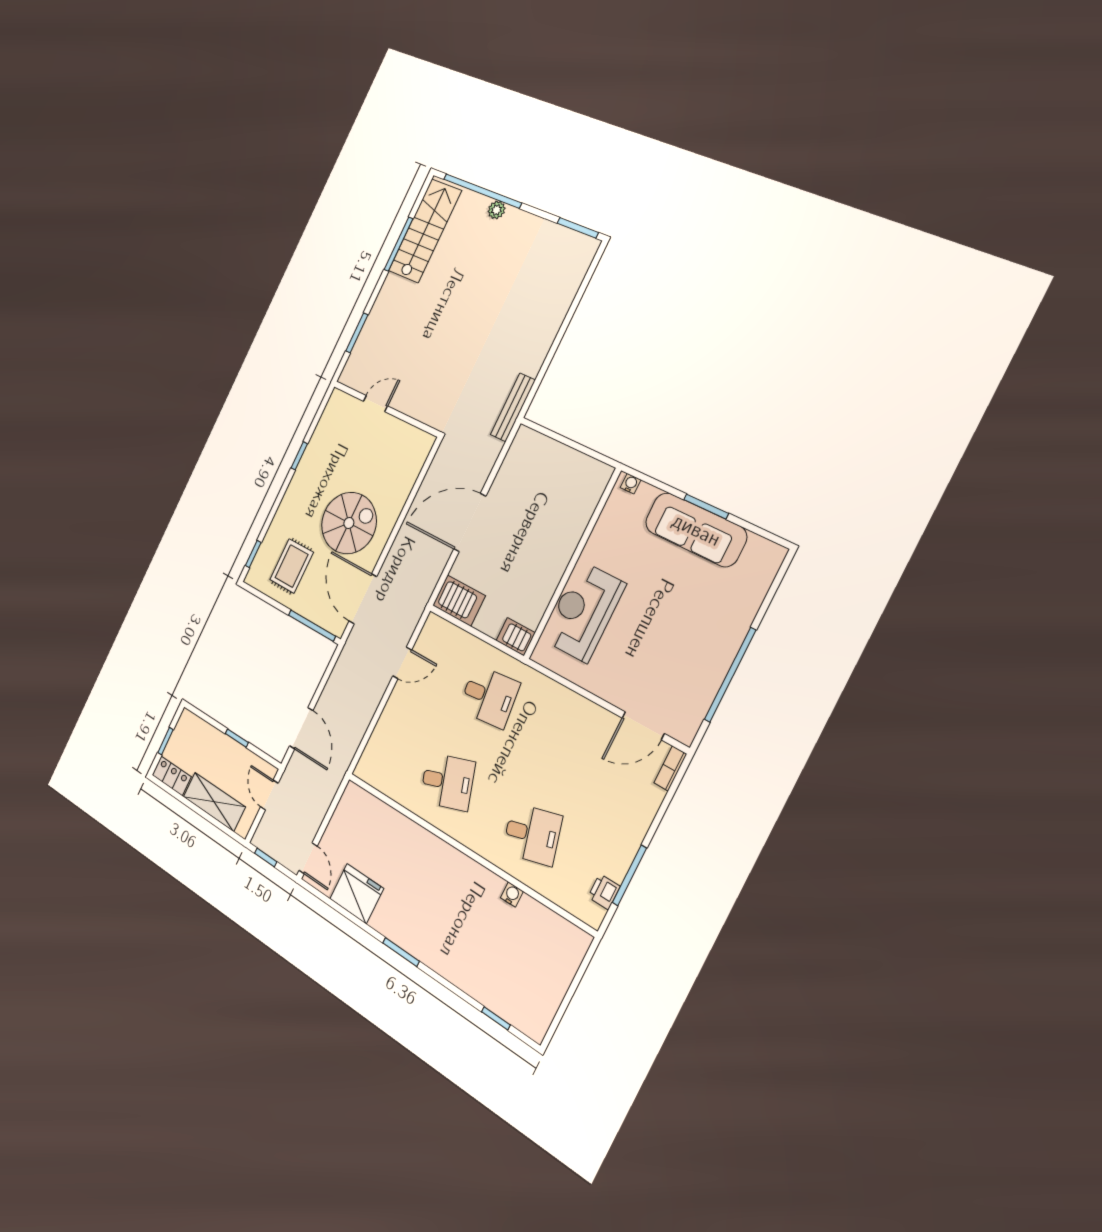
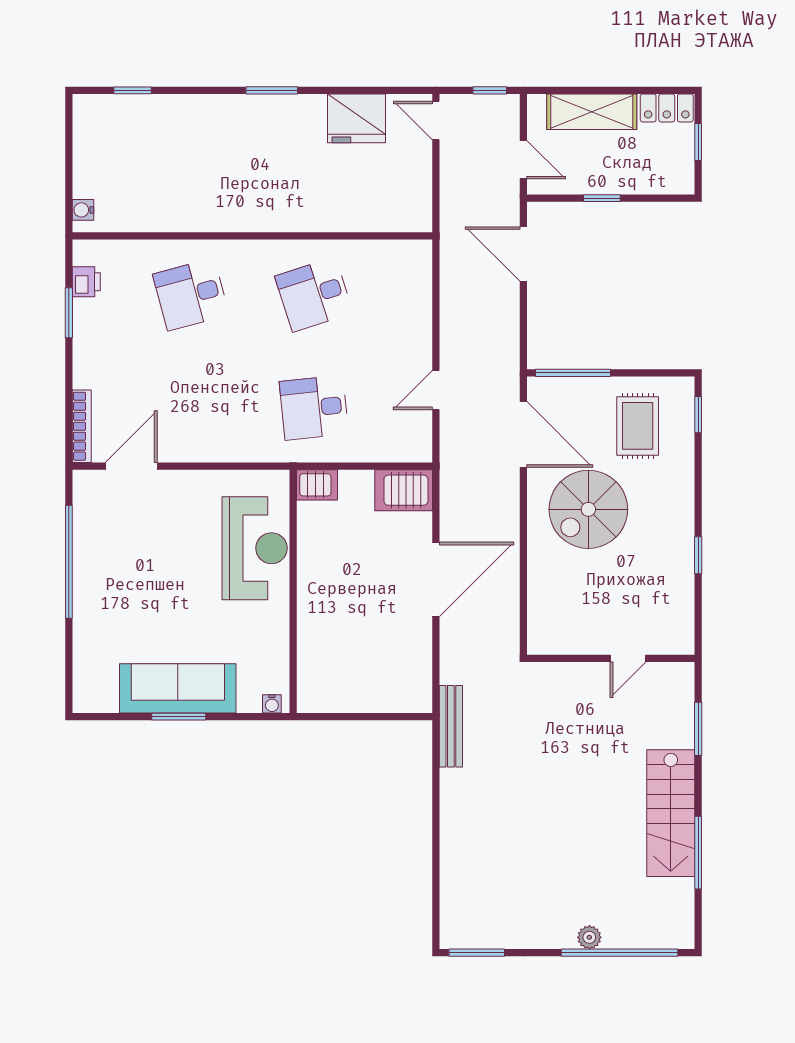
stairs: (425, 231) -> (671, 813), moved
bookcase: (670, 768) -> (82, 426), width x1.56
window: (629, 875) -> (69, 313), width x0.69
water cooler: (512, 895) -> (83, 210), moved, turned 90

